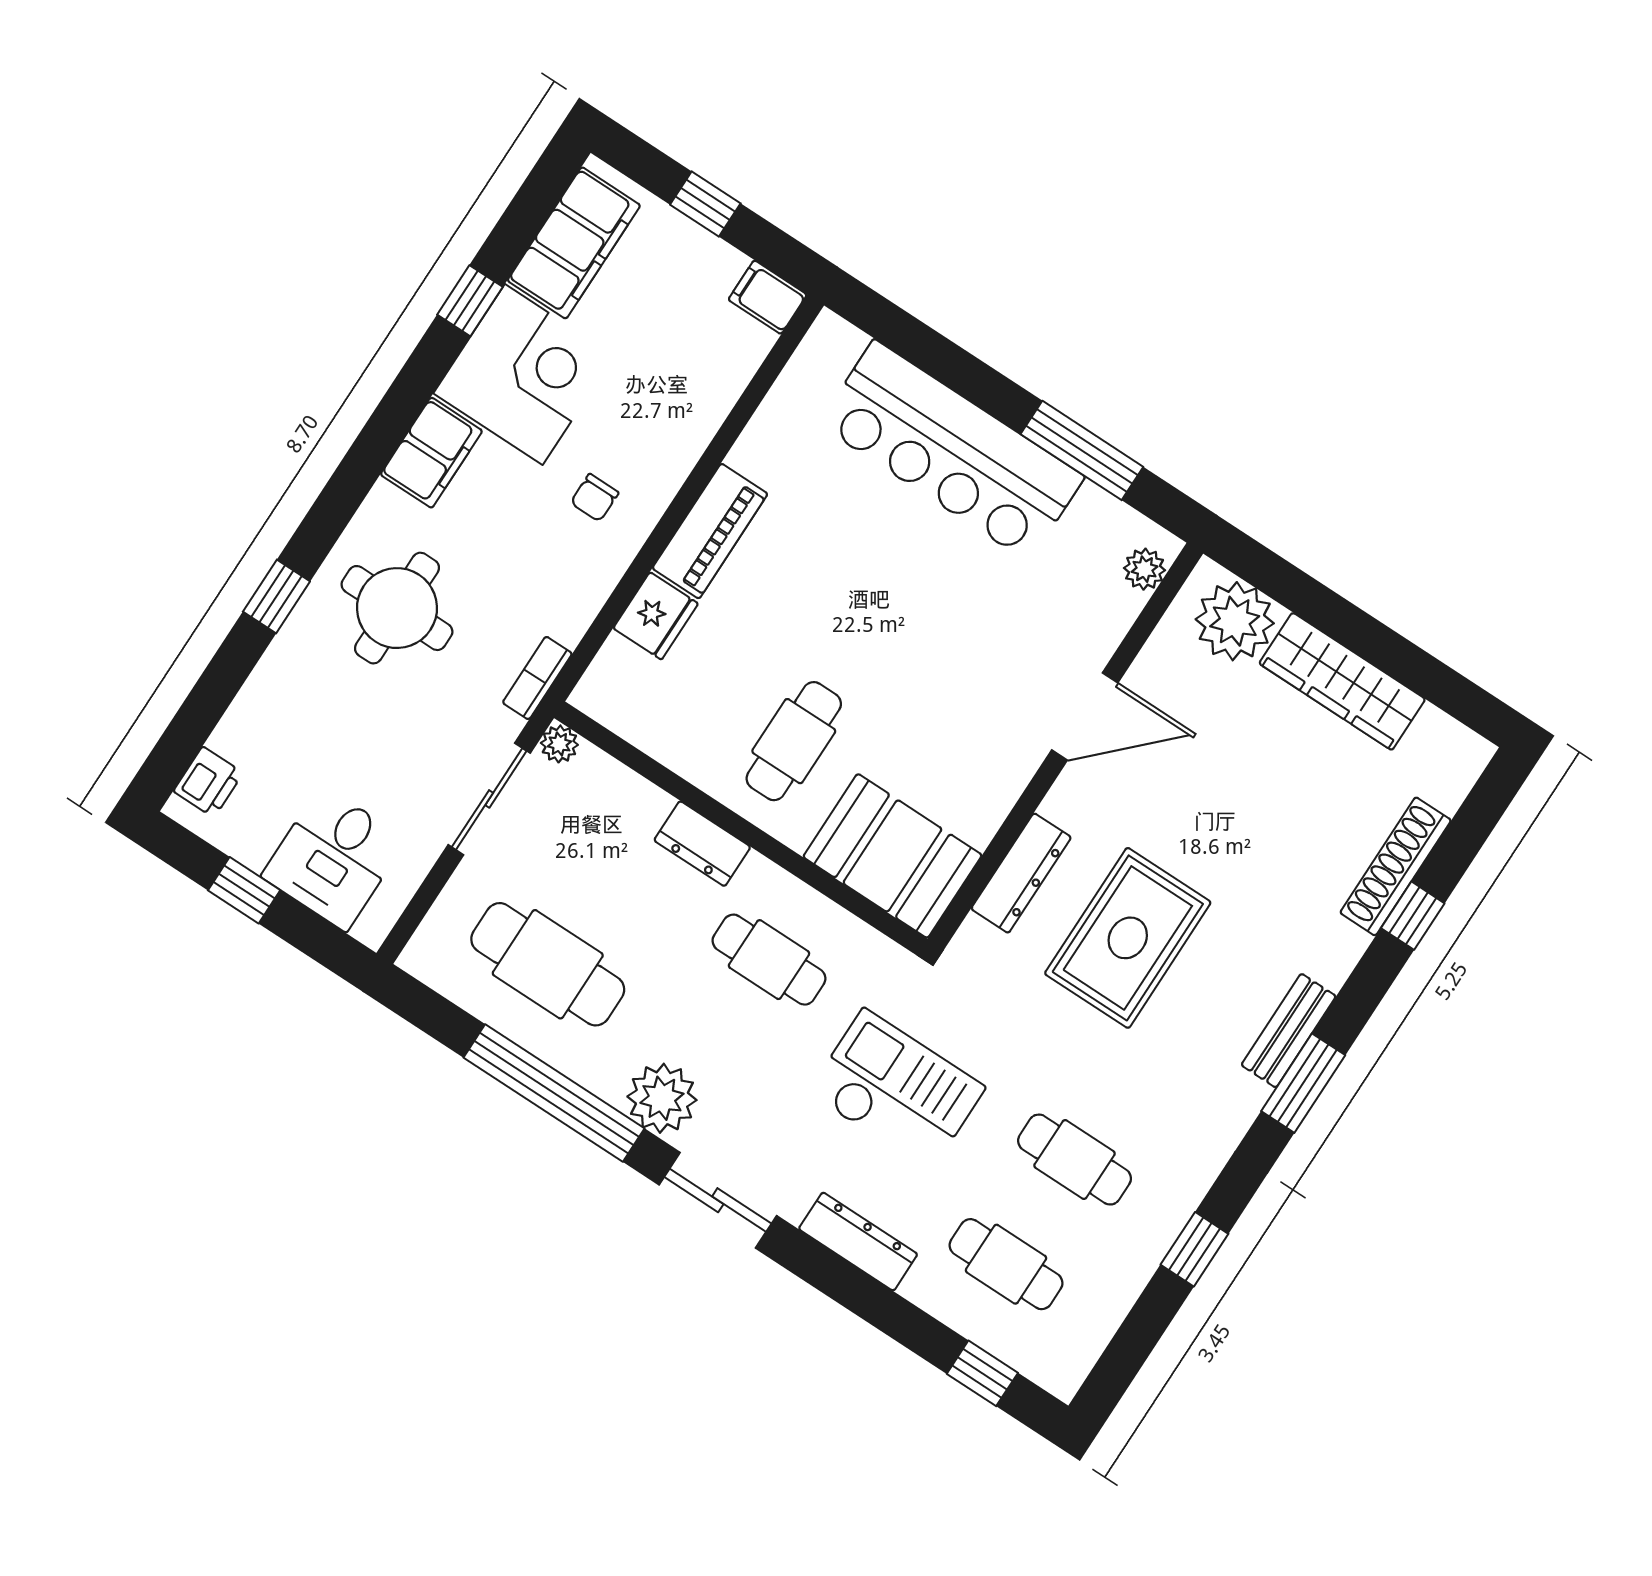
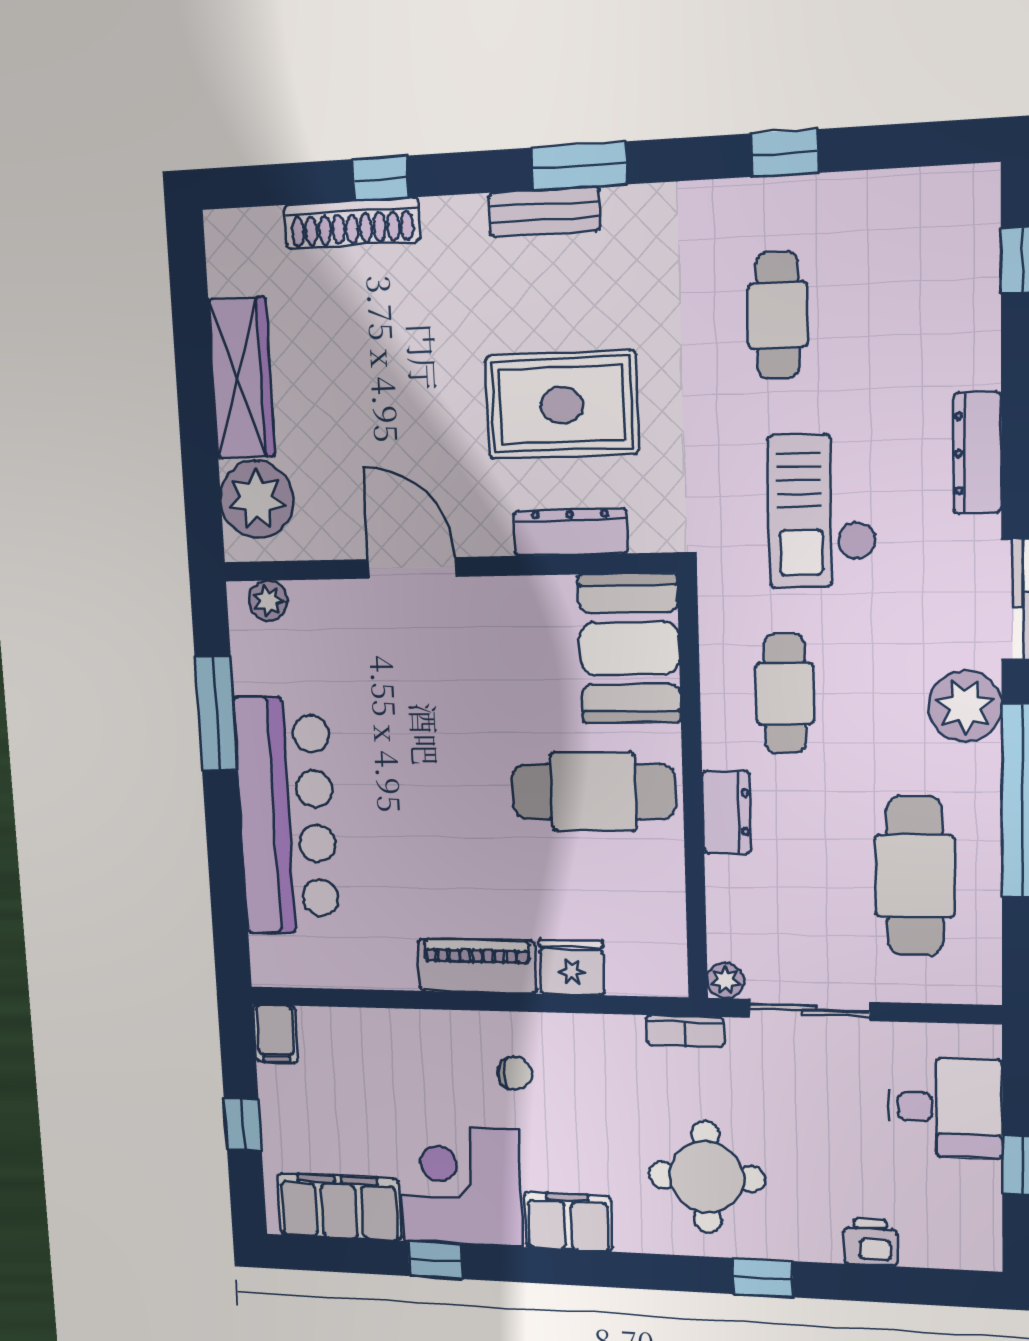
cafe table: (794, 741) -> (593, 792), width x1.37, depth x1.35
printer: (208, 782) -> (870, 1242), moved
cafe table: (1006, 1264) -> (910, 309), removed

